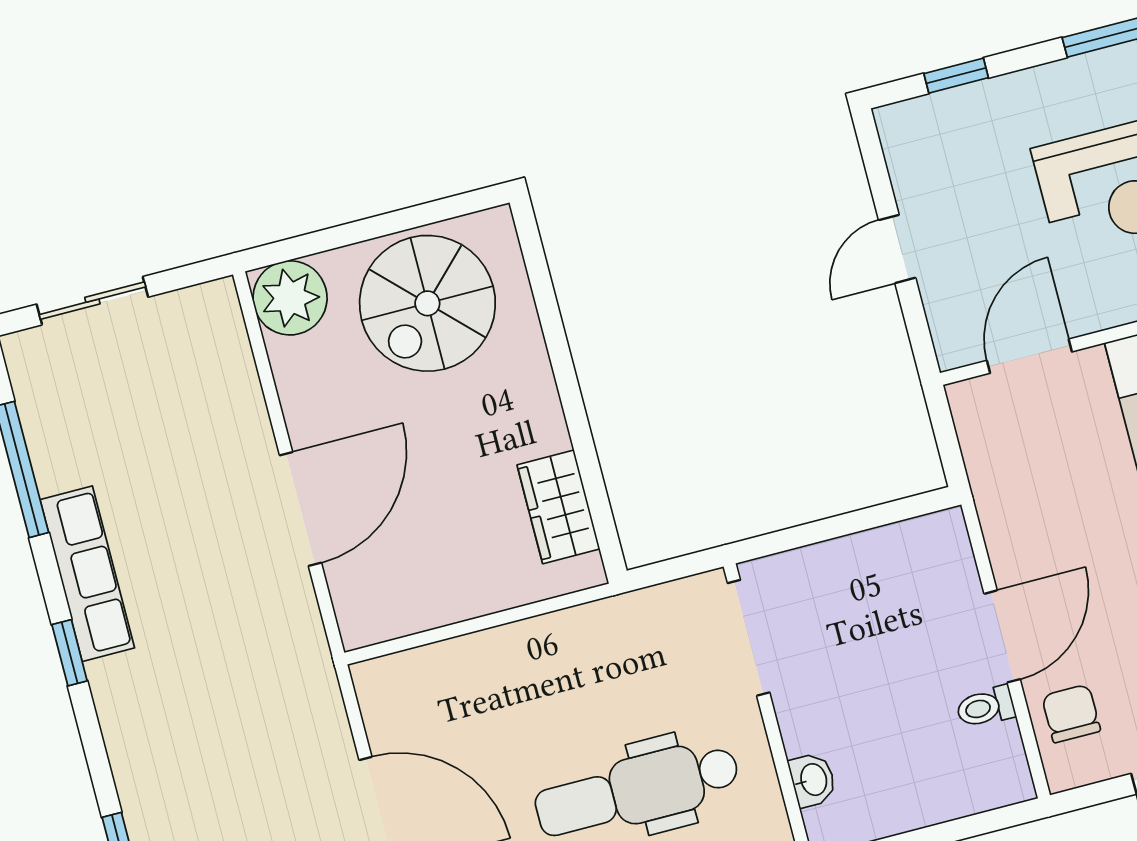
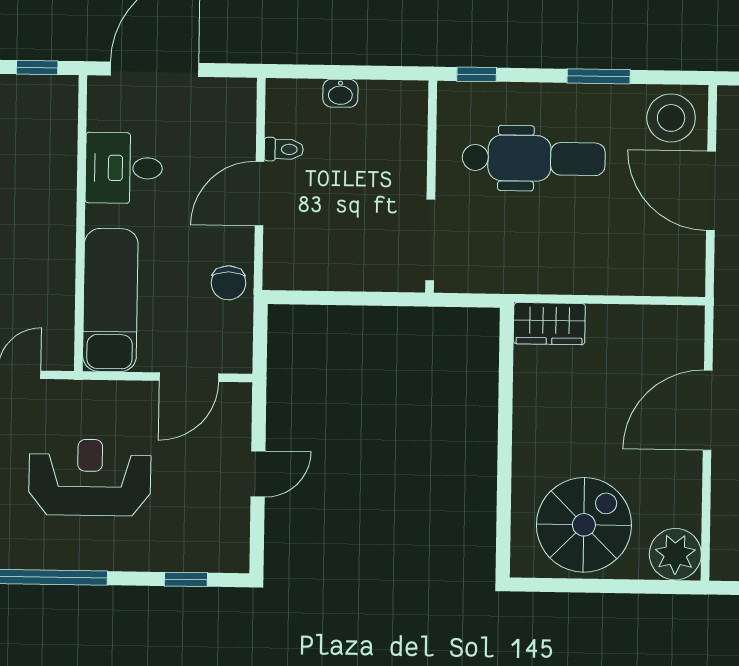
wardrobe: (558, 507) -> (549, 324), moved, turned 90
chair: (1071, 714) -> (228, 283), moved
washbasin: (813, 780) -> (340, 93), moved, turned -90

